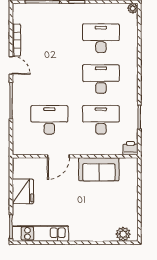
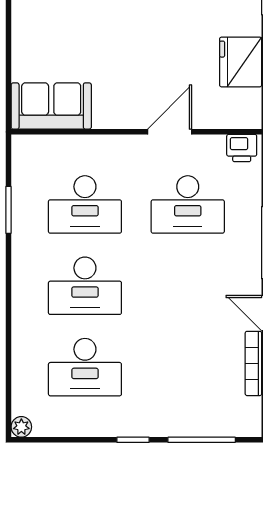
printer: (130, 148) -> (242, 148), moved
sofa: (99, 169) -> (51, 106), moved

